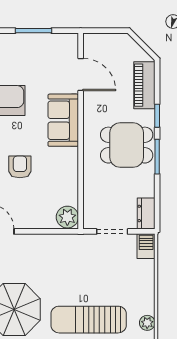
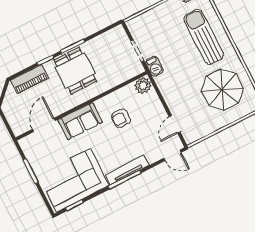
armchair: (20, 167) -> (121, 118), moved
dresser: (146, 213) -> (114, 35), removed
barbecue: (146, 246) -> (154, 66), moved, turned -90
sun lounger: (89, 320) -> (204, 37), turned 180

